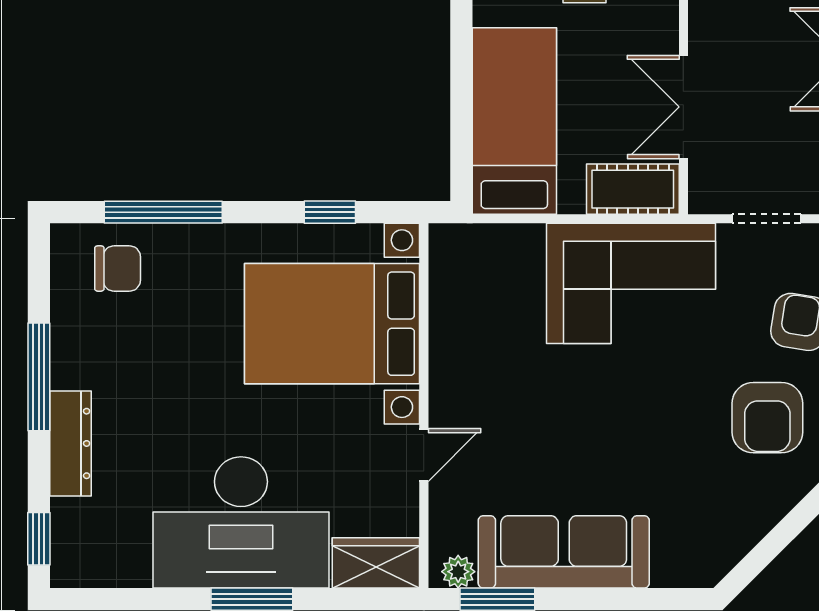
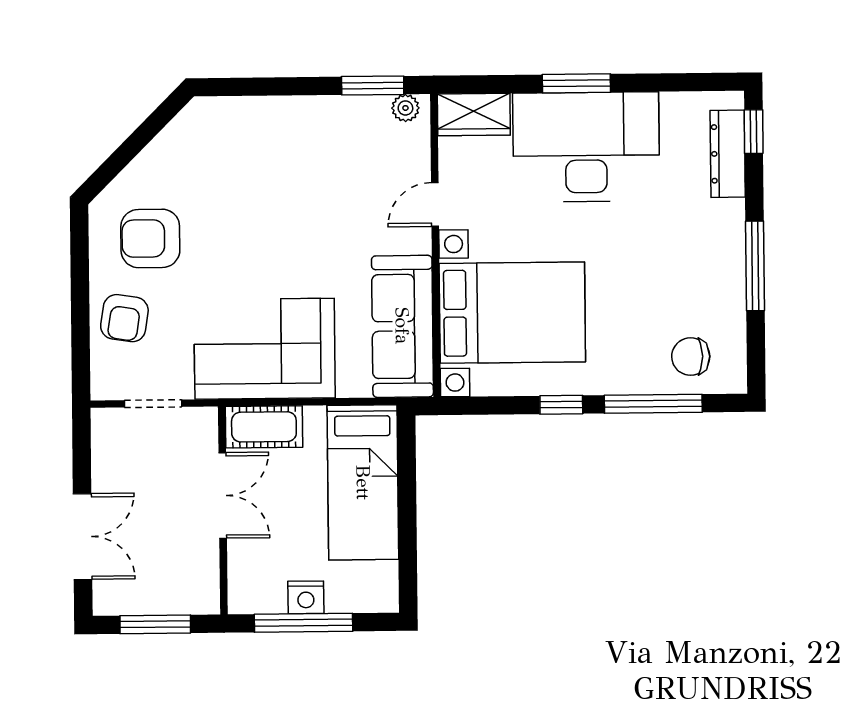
window: (330, 212) -> (561, 405), moved
armchair: (767, 418) -> (150, 238), turned -90
dresser: (71, 443) -> (728, 154), moved
sofa: (564, 552) -> (402, 326), moved, turned 90

